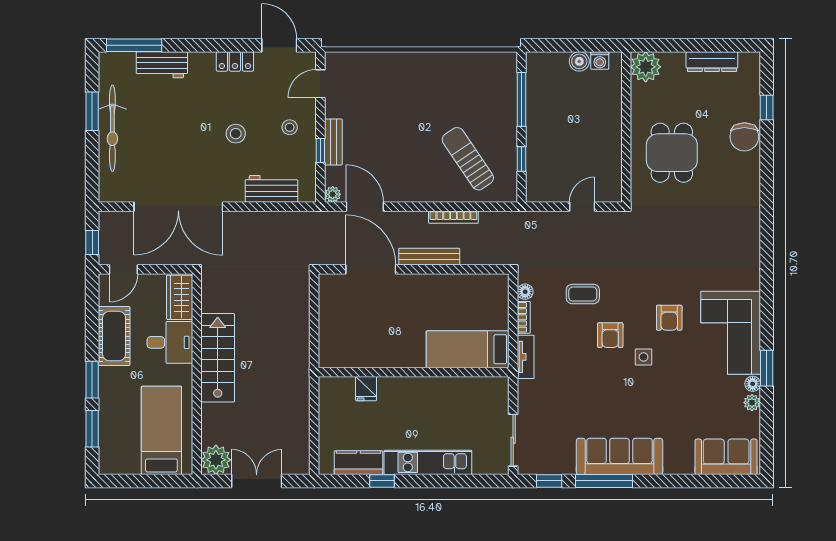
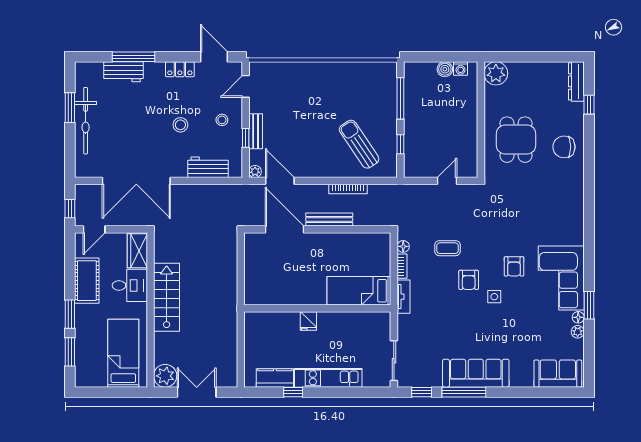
window: (134, 45) -> (134, 57), moved
dresser: (712, 62) -> (576, 81), moved, turned 90
chair: (744, 137) -> (564, 147), moved, turned 90
fridge: (366, 389) -> (308, 321), moved

